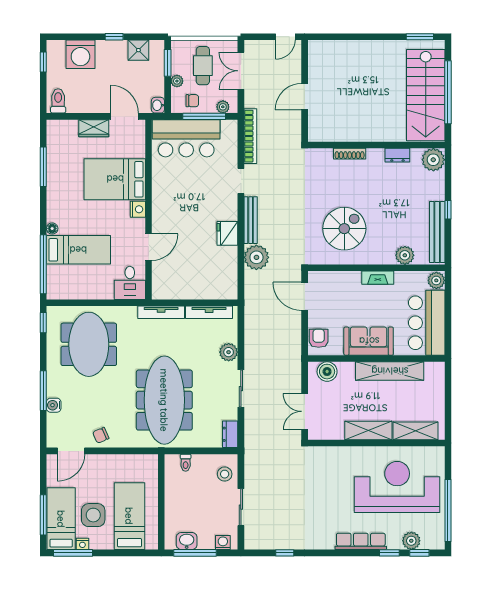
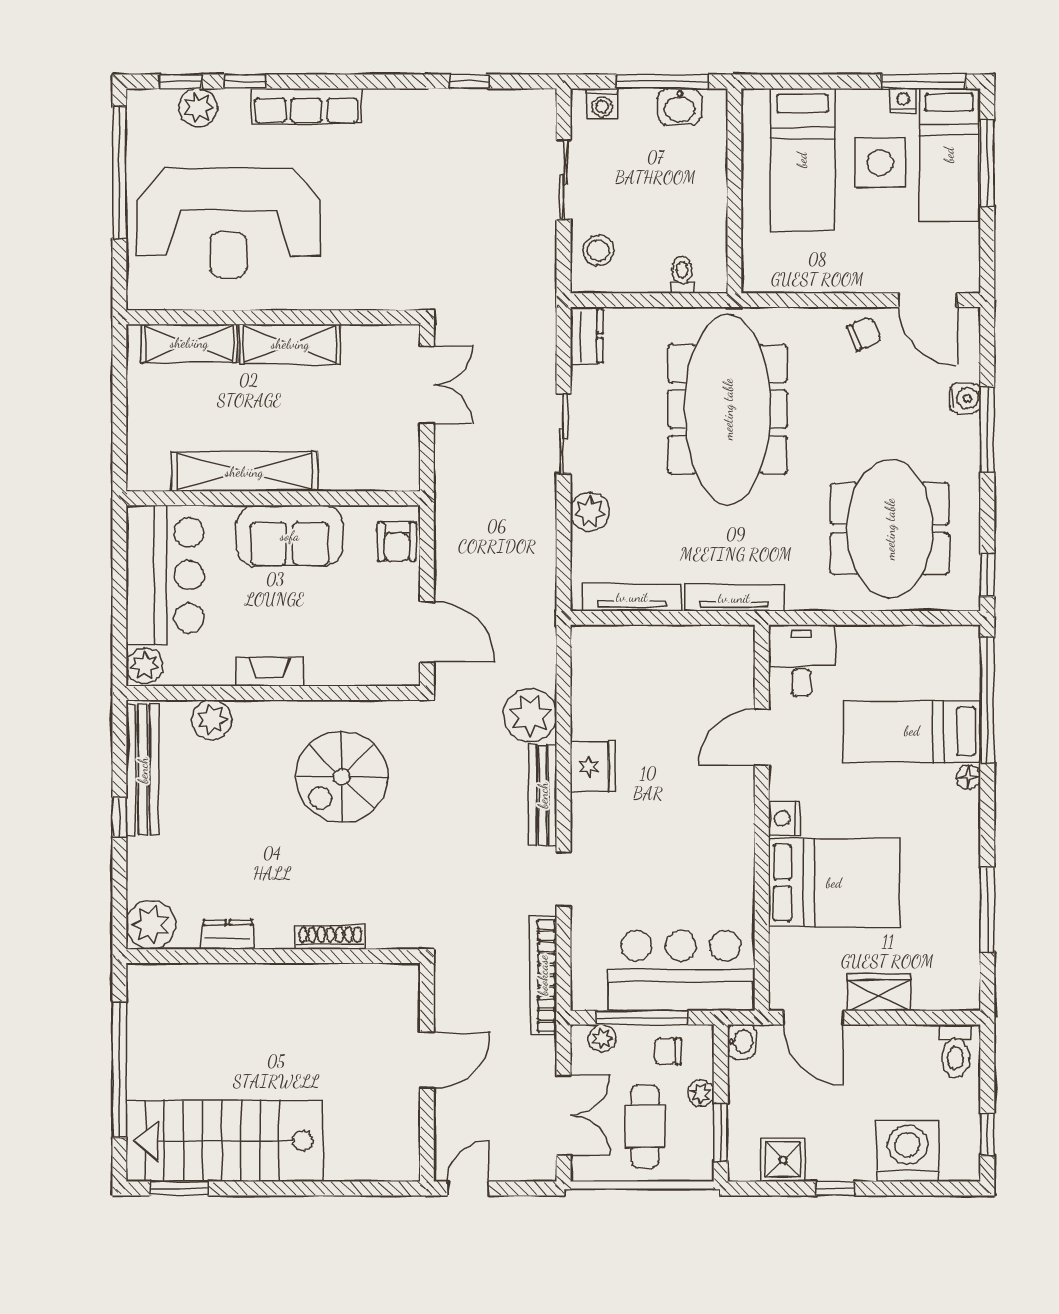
stairs: (426, 95) -> (224, 1141), moved, turned -90
boiler: (327, 372) -> (379, 470), removed
door: (71, 451) -> (928, 300), swing flipped

